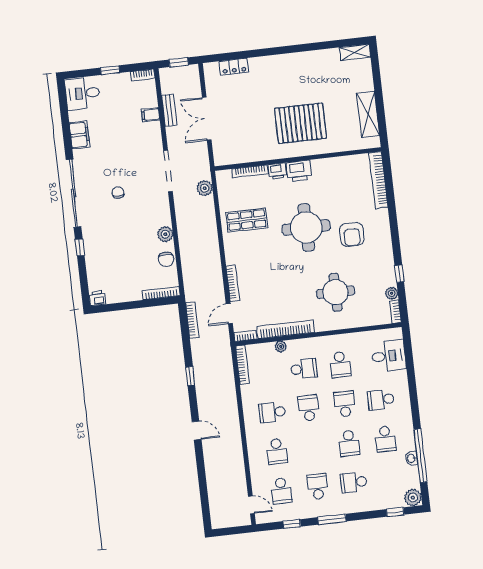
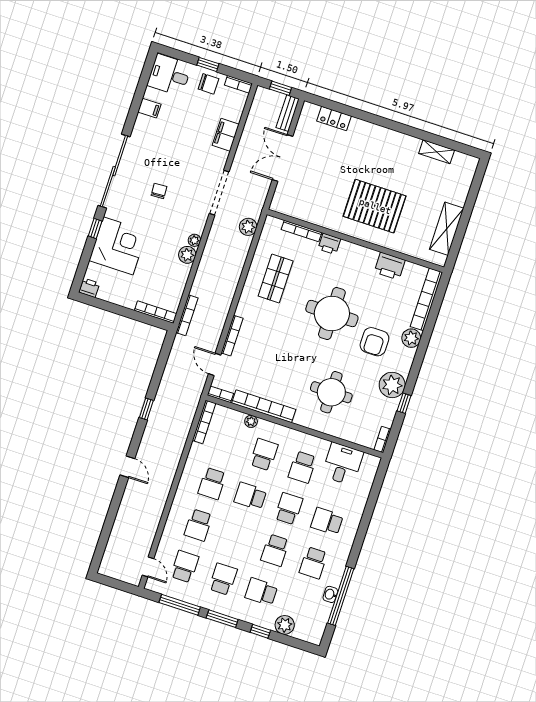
shelving: (355, 52) -> (437, 152), moved
bench: (169, 110) -> (288, 113), moved
filing cabinet: (151, 115) -> (226, 135), width x2.00
filing cabinet: (79, 135) -> (149, 108), width x0.50
printer: (299, 171) -> (390, 266), moved
plant: (381, 218) -> (411, 338), added
plant: (166, 220) -> (194, 240), added
shop shelf: (247, 220) -> (276, 279), turned 90
corner desk: (105, 253) -> (118, 246), added
chair: (166, 259) -> (208, 84), moved, turned -90
plant: (392, 293) -> (392, 385), moved, width x1.87, depth x1.87
door: (229, 314) -> (215, 364), hinge flipped
bookcase: (192, 320) -> (187, 315), moved
desk: (389, 356) -> (343, 464), moved, turned -90
school desk: (304, 369) -> (264, 455), turned -90
school desk: (308, 408) -> (250, 496), turned -90
school desk: (272, 412) -> (212, 483), turned -90
school desk: (281, 491) -> (185, 567), turned 180
plant: (413, 498) -> (285, 625), moved
window: (395, 512) -> (260, 631), moved
window: (292, 524) -> (180, 605), width x2.17

